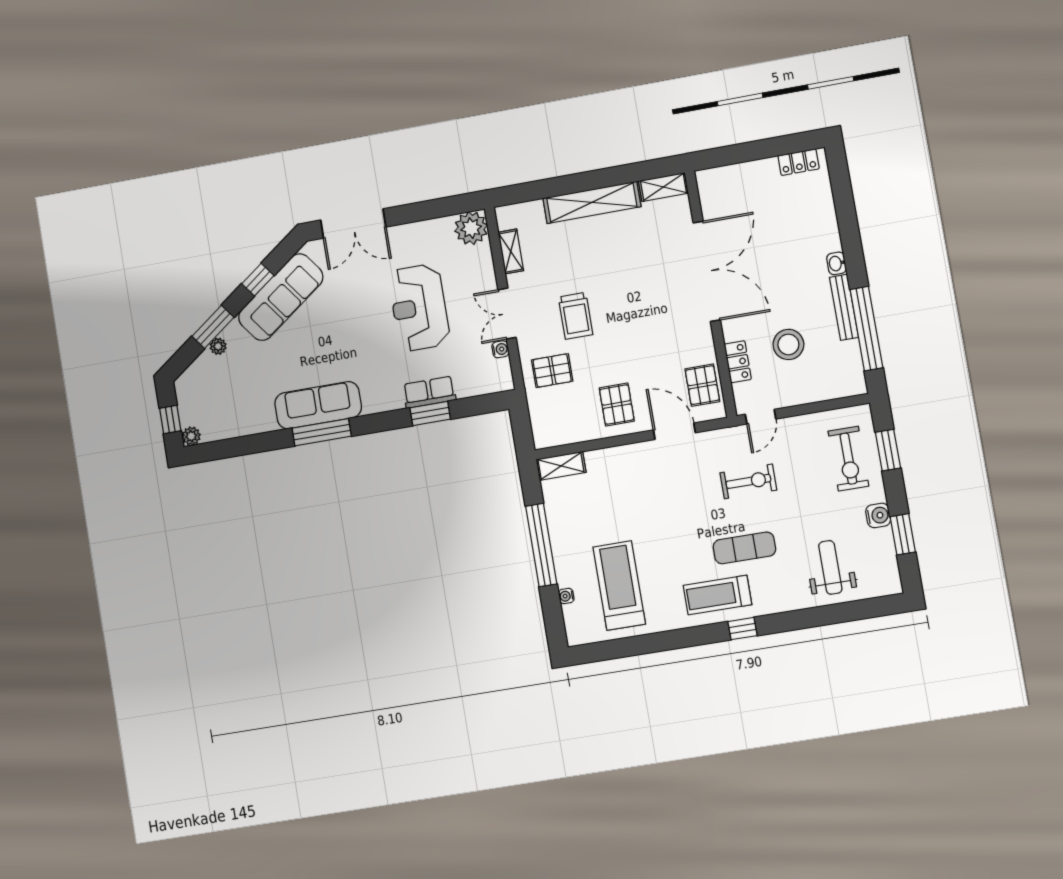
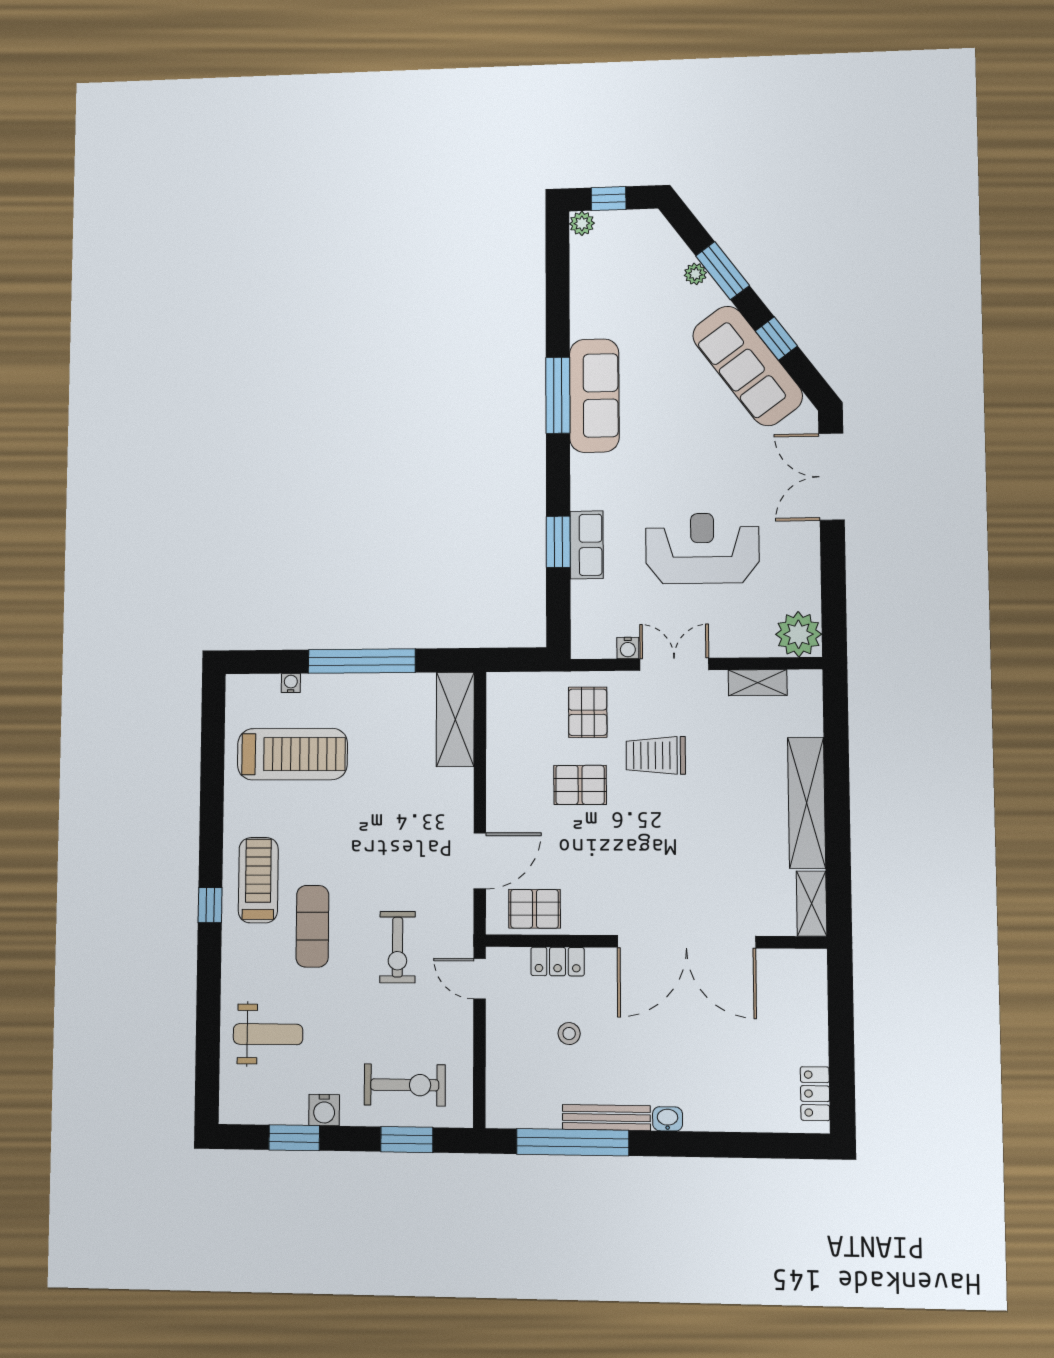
stool: (788, 344) -> (569, 1034), width x0.53, depth x0.53
pallet: (617, 405) -> (580, 785), moved
exercise bike: (848, 459) -> (405, 1085), turned 180
shelving: (561, 466) -> (455, 719), width x1.50, depth x1.33

